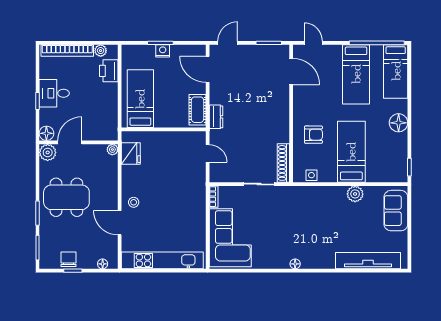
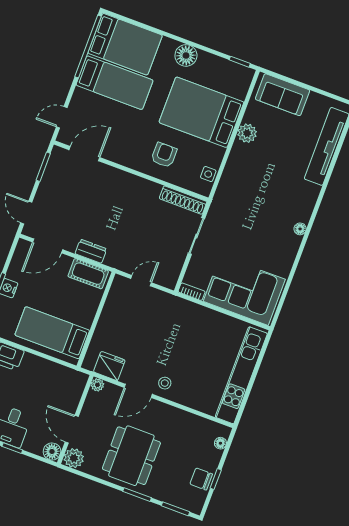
bed: (396, 71) -> (125, 44), width x1.50
dresser: (216, 117) -> (91, 251), moved
bed: (351, 152) -> (201, 112), width x1.50
door: (120, 223) -> (138, 391), moved

